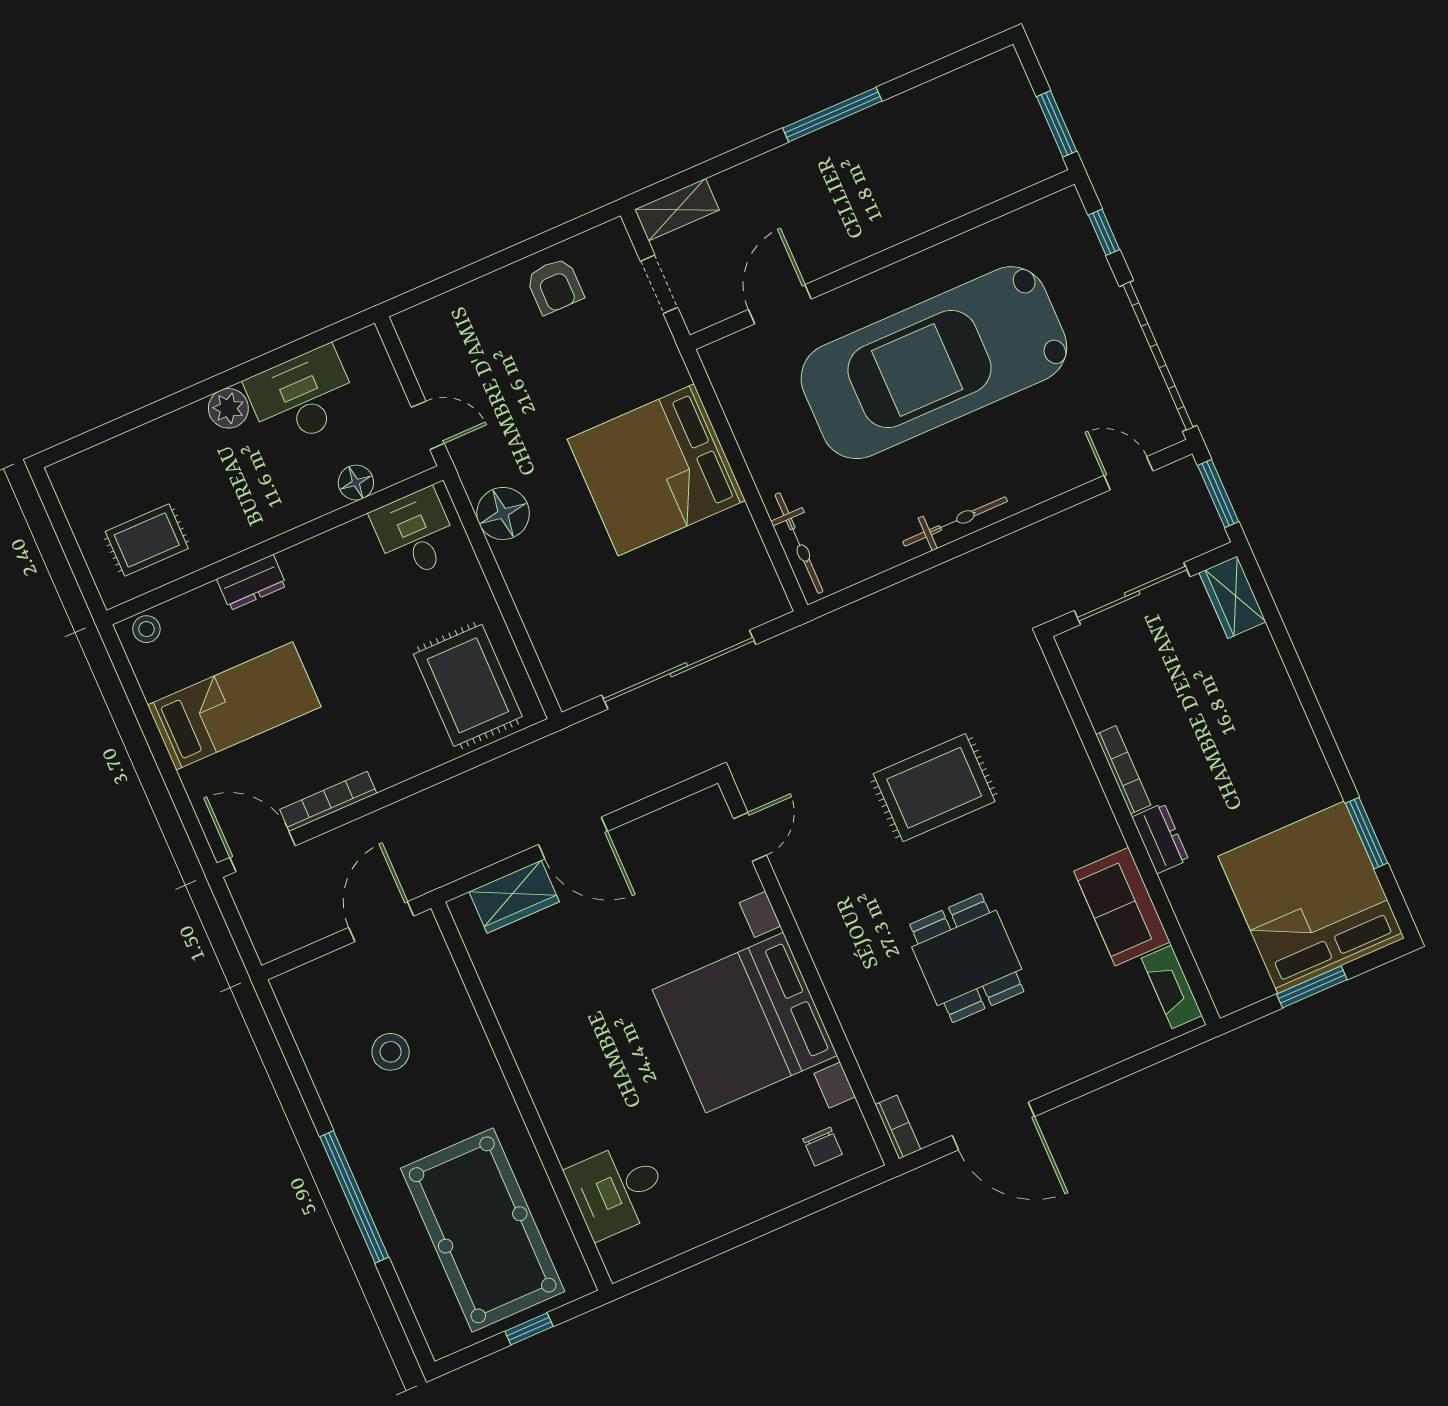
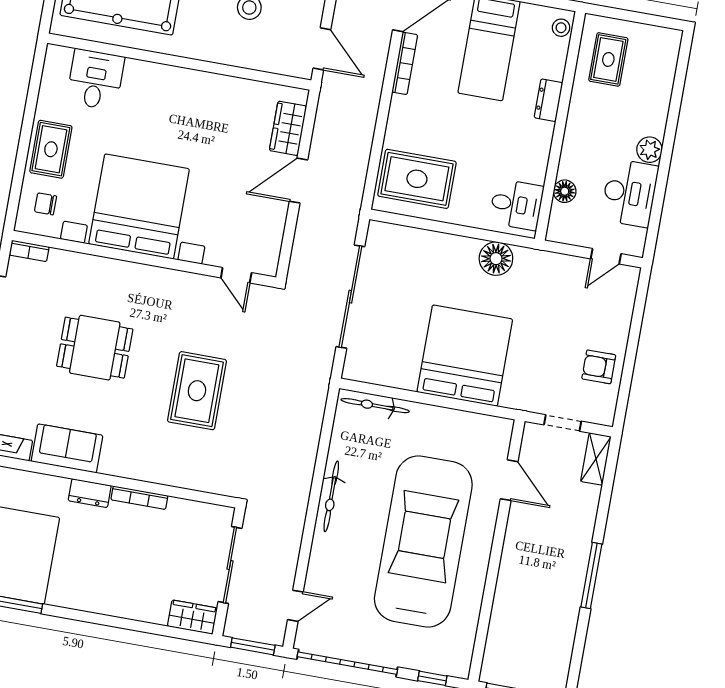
door: (428, 425) -> (606, 256), moved
rug: (747, 1187) -> (51, 149), added

